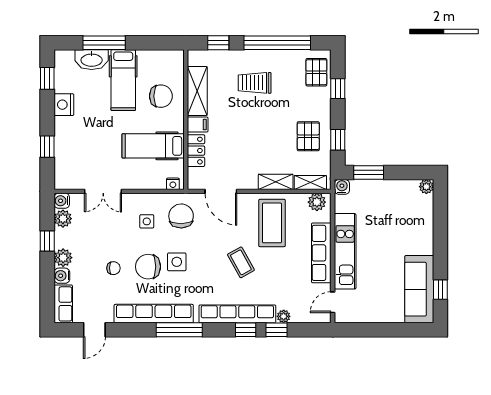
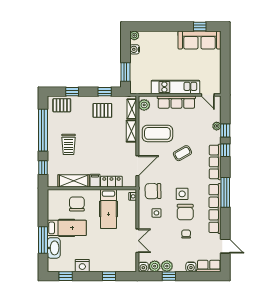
water cooler: (342, 187) -> (135, 49), moved
plant: (63, 258) -> (167, 266), moved
row of seats: (237, 314) -> (215, 162), width x0.73

